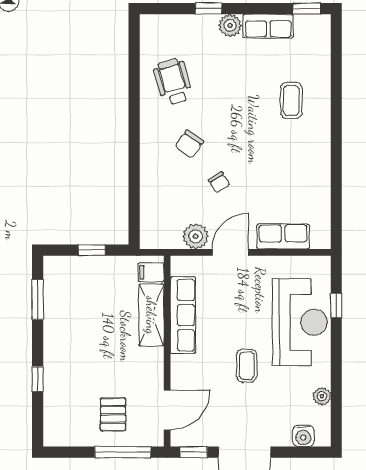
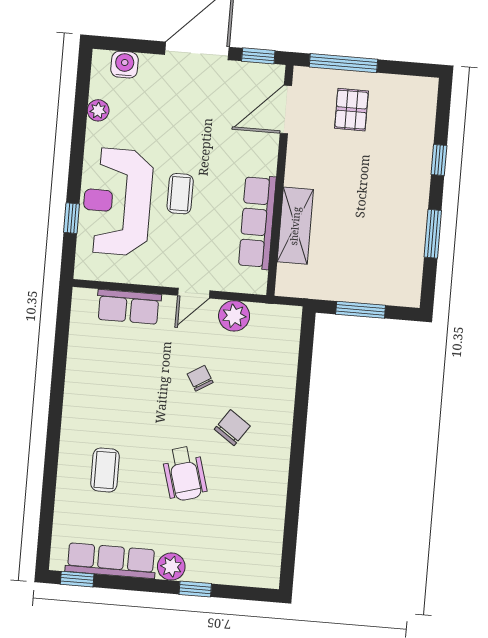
row of seats: (268, 26) -> (111, 561), width x1.48
wheelchair: (173, 82) -> (184, 474), moved
window: (92, 250) -> (361, 310), width x1.50
door: (230, 252) -> (194, 293), width x0.73
filing cabinet: (151, 272) -> (292, 277), removed
window: (38, 299) -> (433, 234), moved
coffee table: (247, 366) -> (180, 194), moved

